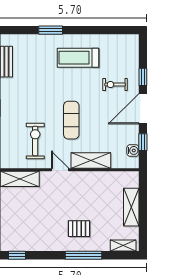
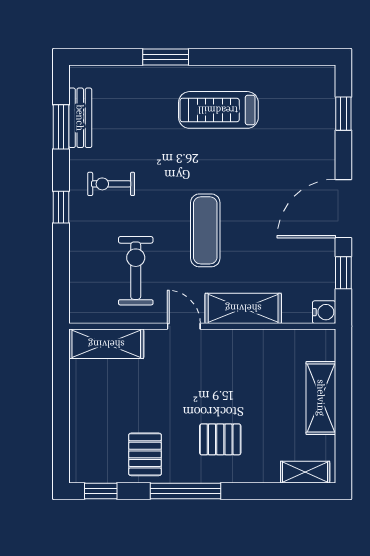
window: (143, 77) -> (343, 114), moved
exercise bike: (115, 85) -> (111, 184), moved
water cooler: (133, 150) -> (324, 312), moved
pallet: (40, 236) -> (145, 454), added
window: (83, 255) -> (186, 491), moved

